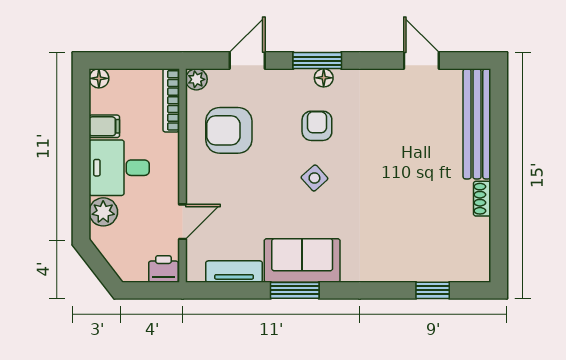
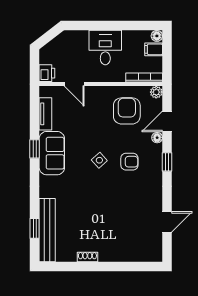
door: (247, 61) -> (167, 121), swing flipped
window: (317, 61) -> (167, 162), width x0.67
floor lamp: (324, 78) -> (157, 138), moved
bench: (477, 124) -> (47, 230), moved, turned 90
filing cabinet: (104, 126) -> (154, 49), moved, turned 90
plant: (103, 212) -> (80, 38), removed
window: (295, 290) -> (35, 149), width x0.67

